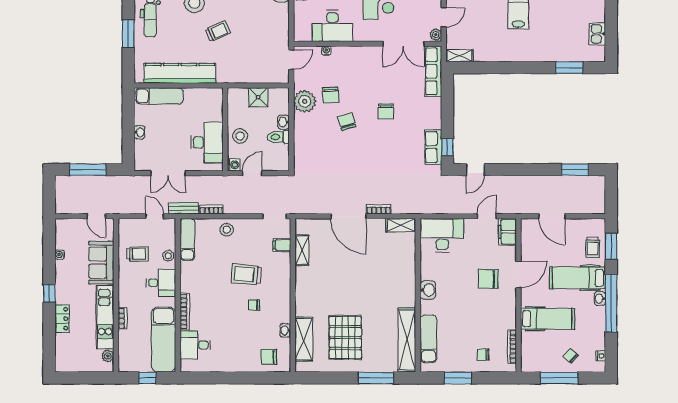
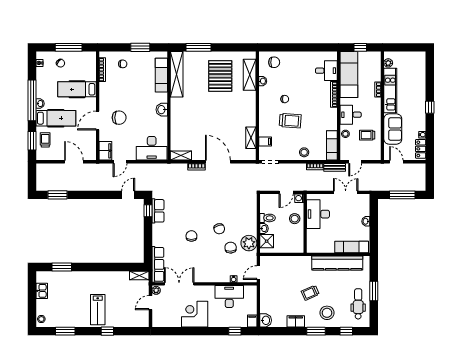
shower: (258, 97) -> (267, 241), moved
door: (155, 216) -> (355, 162), hinge flipped
locker: (62, 319) -> (421, 149), moved

